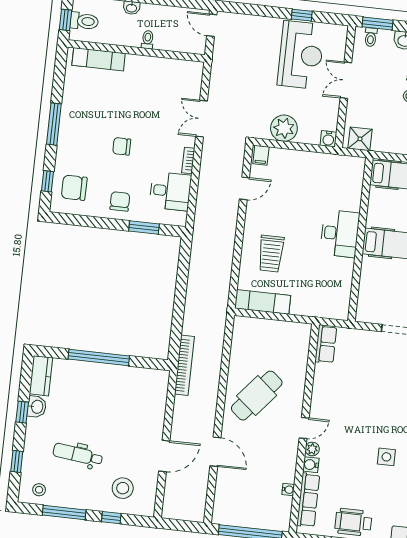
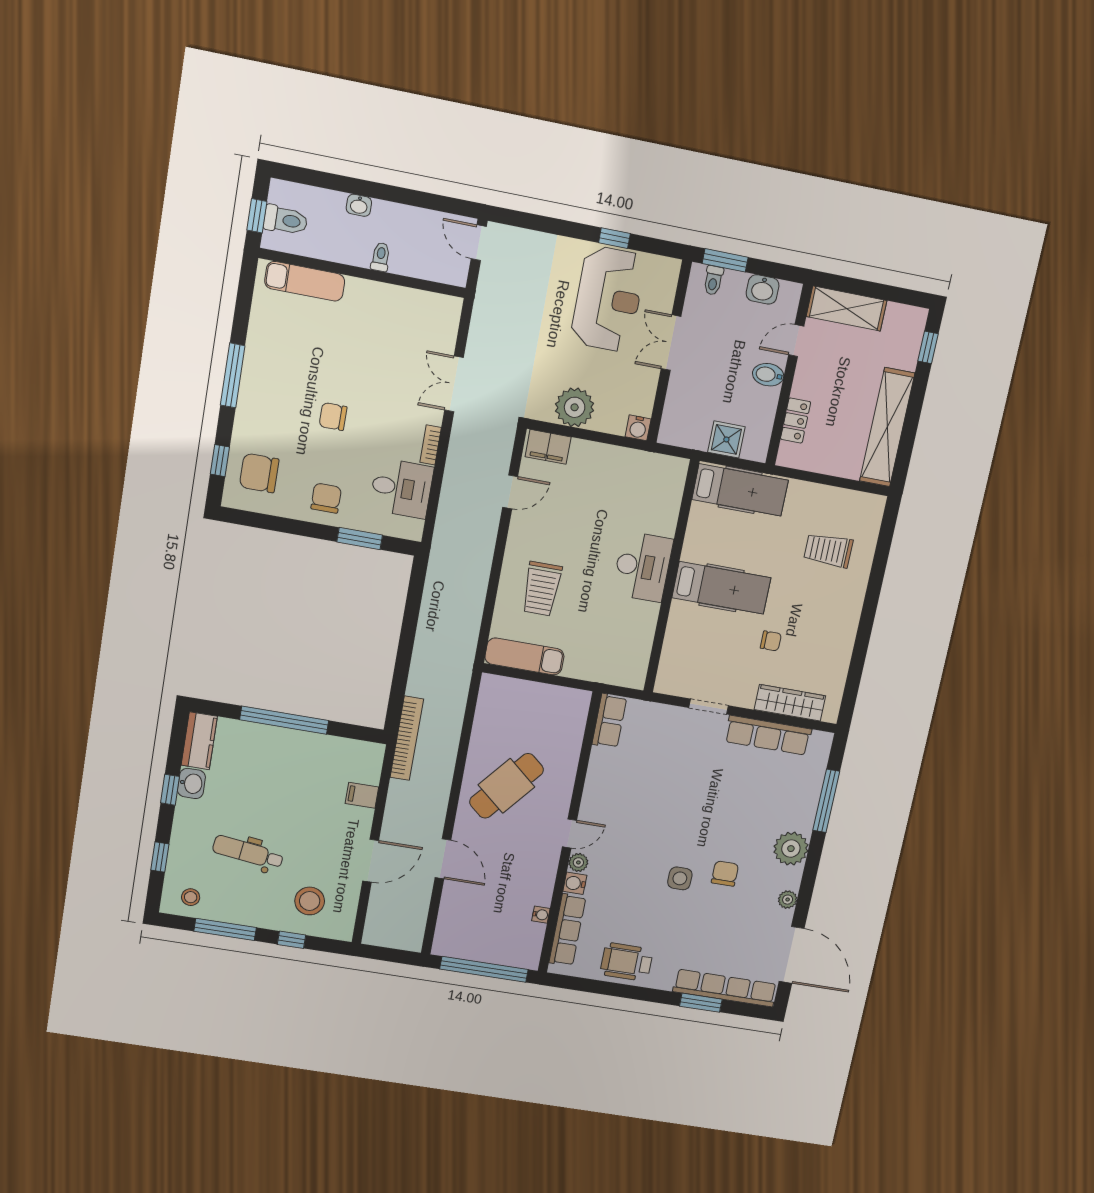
shower: (360, 139) -> (726, 439), moved
filing cabinet: (261, 155) -> (548, 447), width x2.00
filing cabinet: (155, 408) -> (362, 795), added

